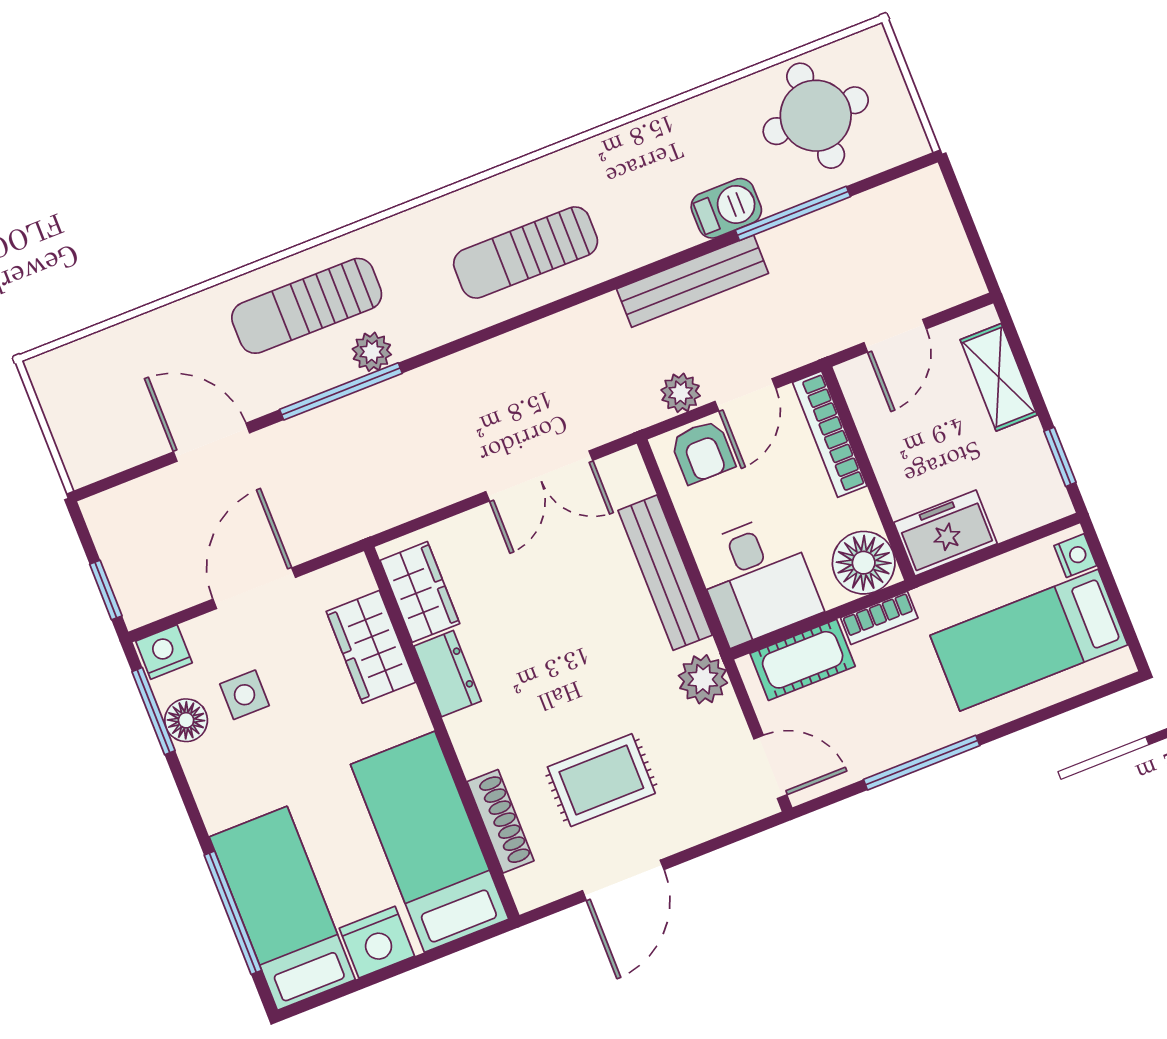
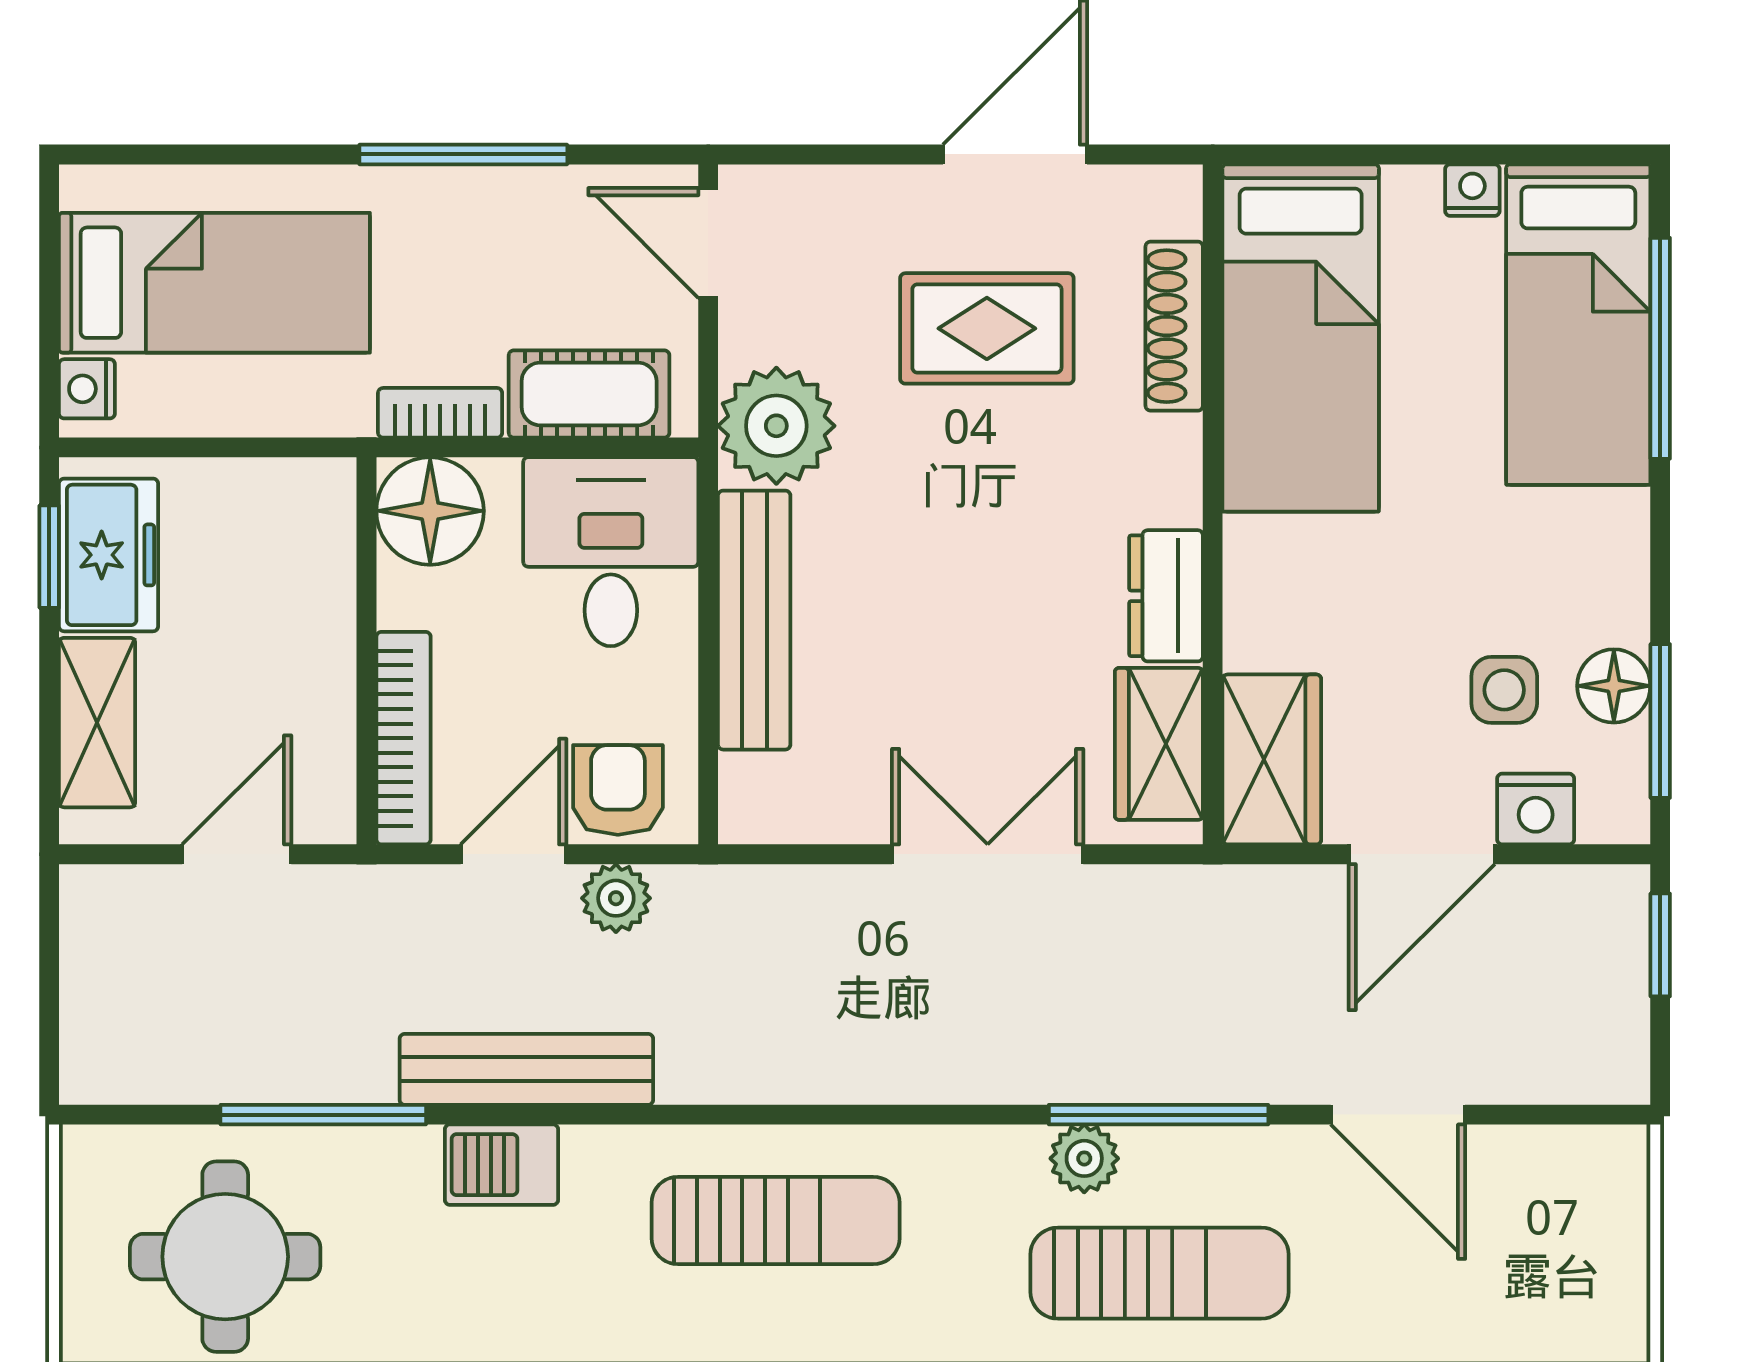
barbecue: (726, 208) -> (501, 1165), moved
double door: (539, 476) -> (988, 854), moved
freezer: (946, 533) -> (109, 555), moved, turned -90
wardrobe: (371, 647) -> (1272, 759), moved
nightstand: (164, 652) -> (1536, 809), moved
plant: (703, 679) -> (776, 426), width x1.36, depth x1.36
nightstand: (377, 942) -> (1472, 190), width x0.53, depth x0.56

